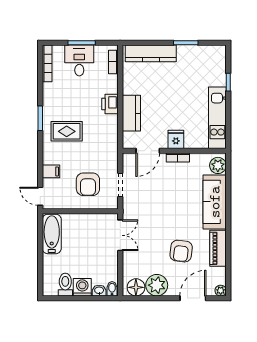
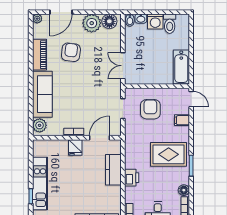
floor lamp: (49, 89) -> (184, 190), added
kitchen unit: (217, 118) -> (40, 183), moved
rug: (67, 131) -> (169, 154), width x1.36, depth x1.43

